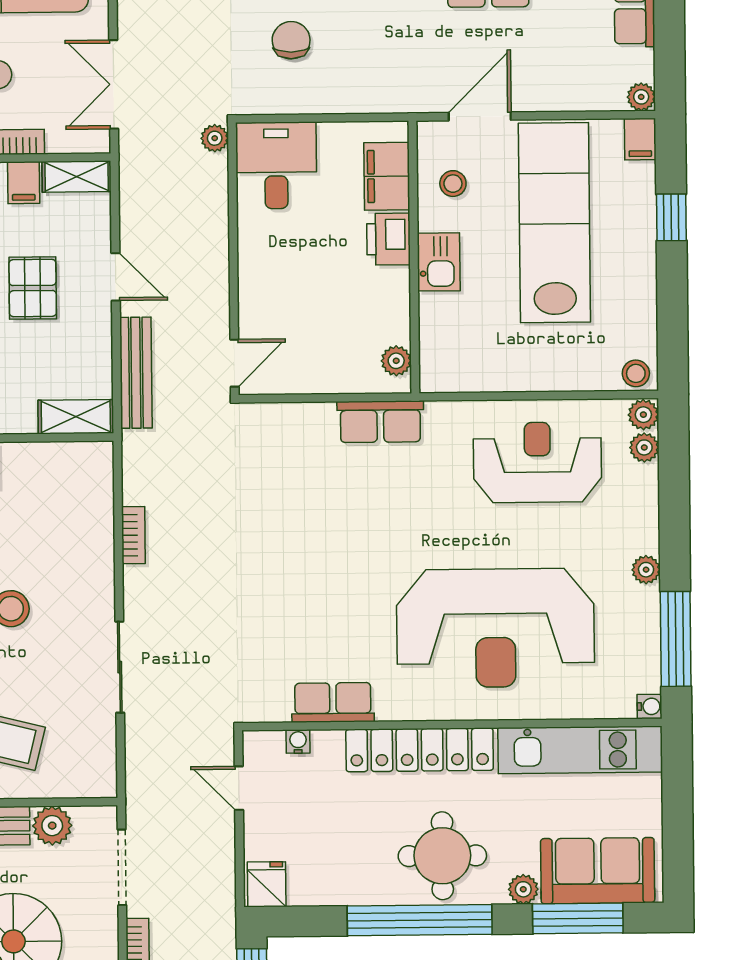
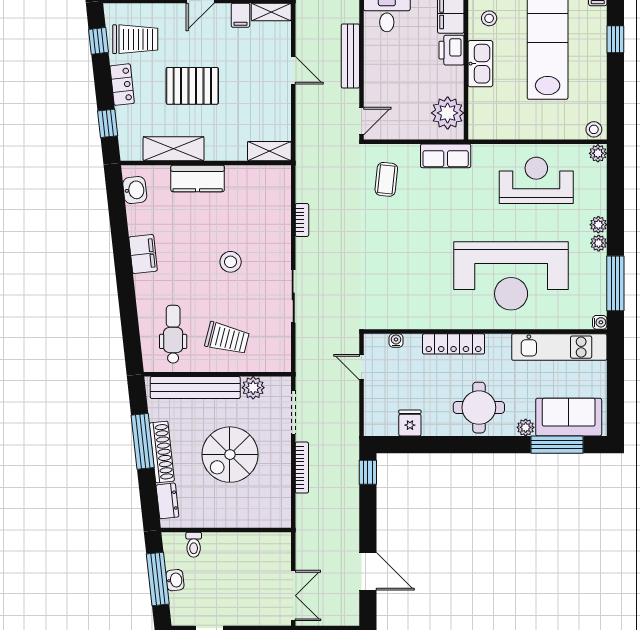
kitchen sink: (439, 262) -> (480, 64), width x1.38
pallet: (33, 288) -> (245, 76), removed
plant: (396, 361) -> (448, 113), width x1.88, depth x1.88
bench: (136, 373) -> (350, 56), moved
plant: (644, 447) -> (598, 225), moved
coffee table: (278, 463) -> (386, 179), added
row of seats: (333, 702) -> (416, 318), removed
locker: (420, 750) -> (454, 344), width x0.71, depth x0.83
fridge: (267, 884) -> (410, 423), moved
window: (420, 920) -> (465, 445), removed

